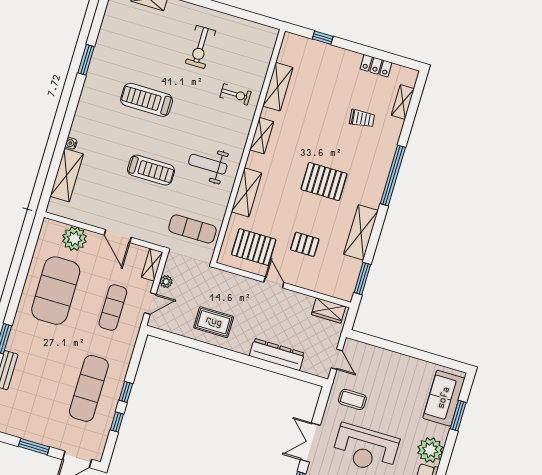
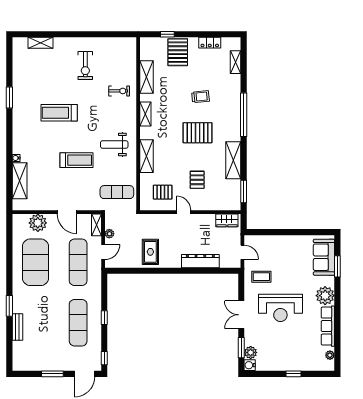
pallet: (329, 66) -> (178, 52), added
trolley: (362, 118) -> (200, 97), moved
pallet: (305, 244) -> (197, 180), turned 90
pallet: (254, 247) -> (163, 192), width x0.67, depth x0.71
exercise mat: (113, 307) -> (78, 262), width x1.36, depth x1.45
rug: (214, 322) -> (150, 252), turned 90
window: (117, 422) -> (104, 358), moved

